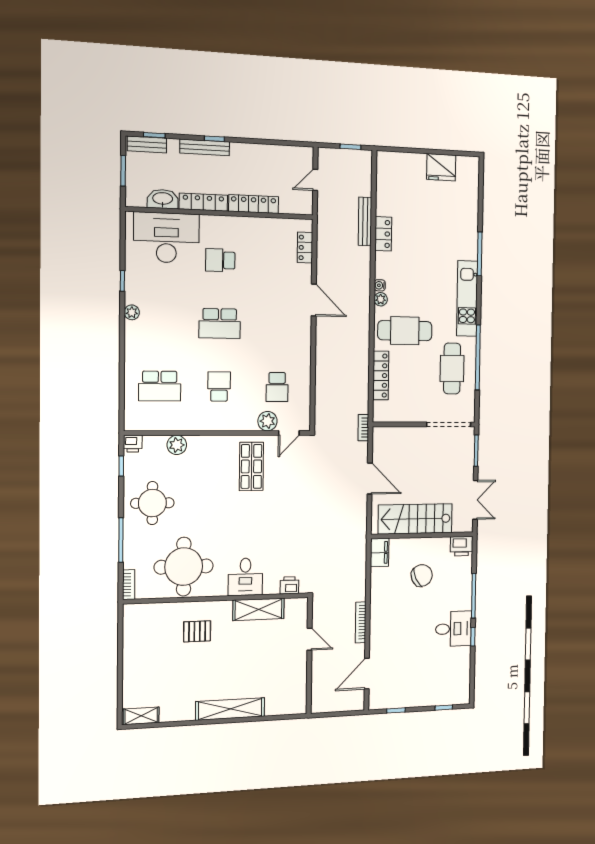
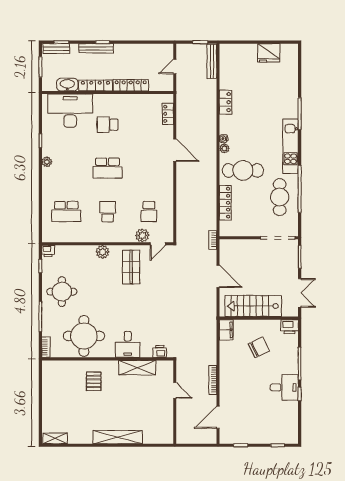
bench: (365, 221) -> (212, 61), moved
plant: (177, 445) -> (102, 252), moved
pallet: (197, 631) -> (94, 381), turned 90

